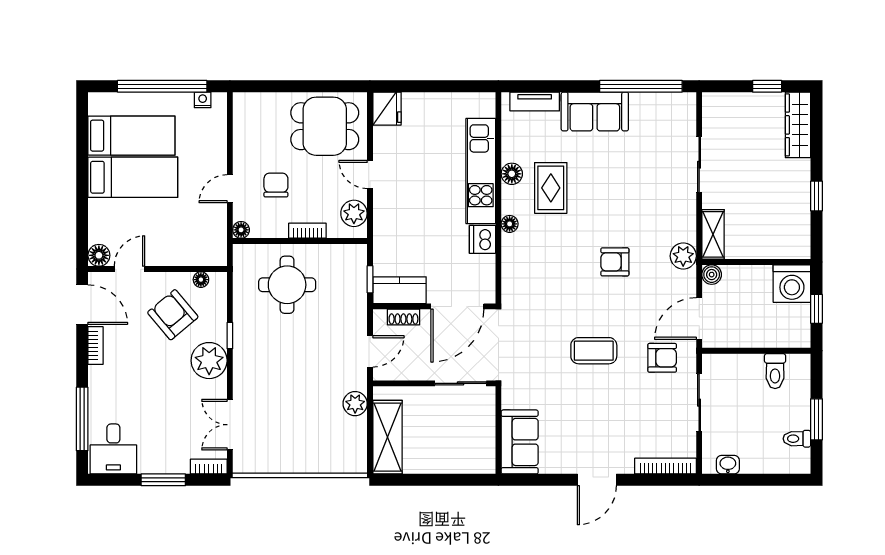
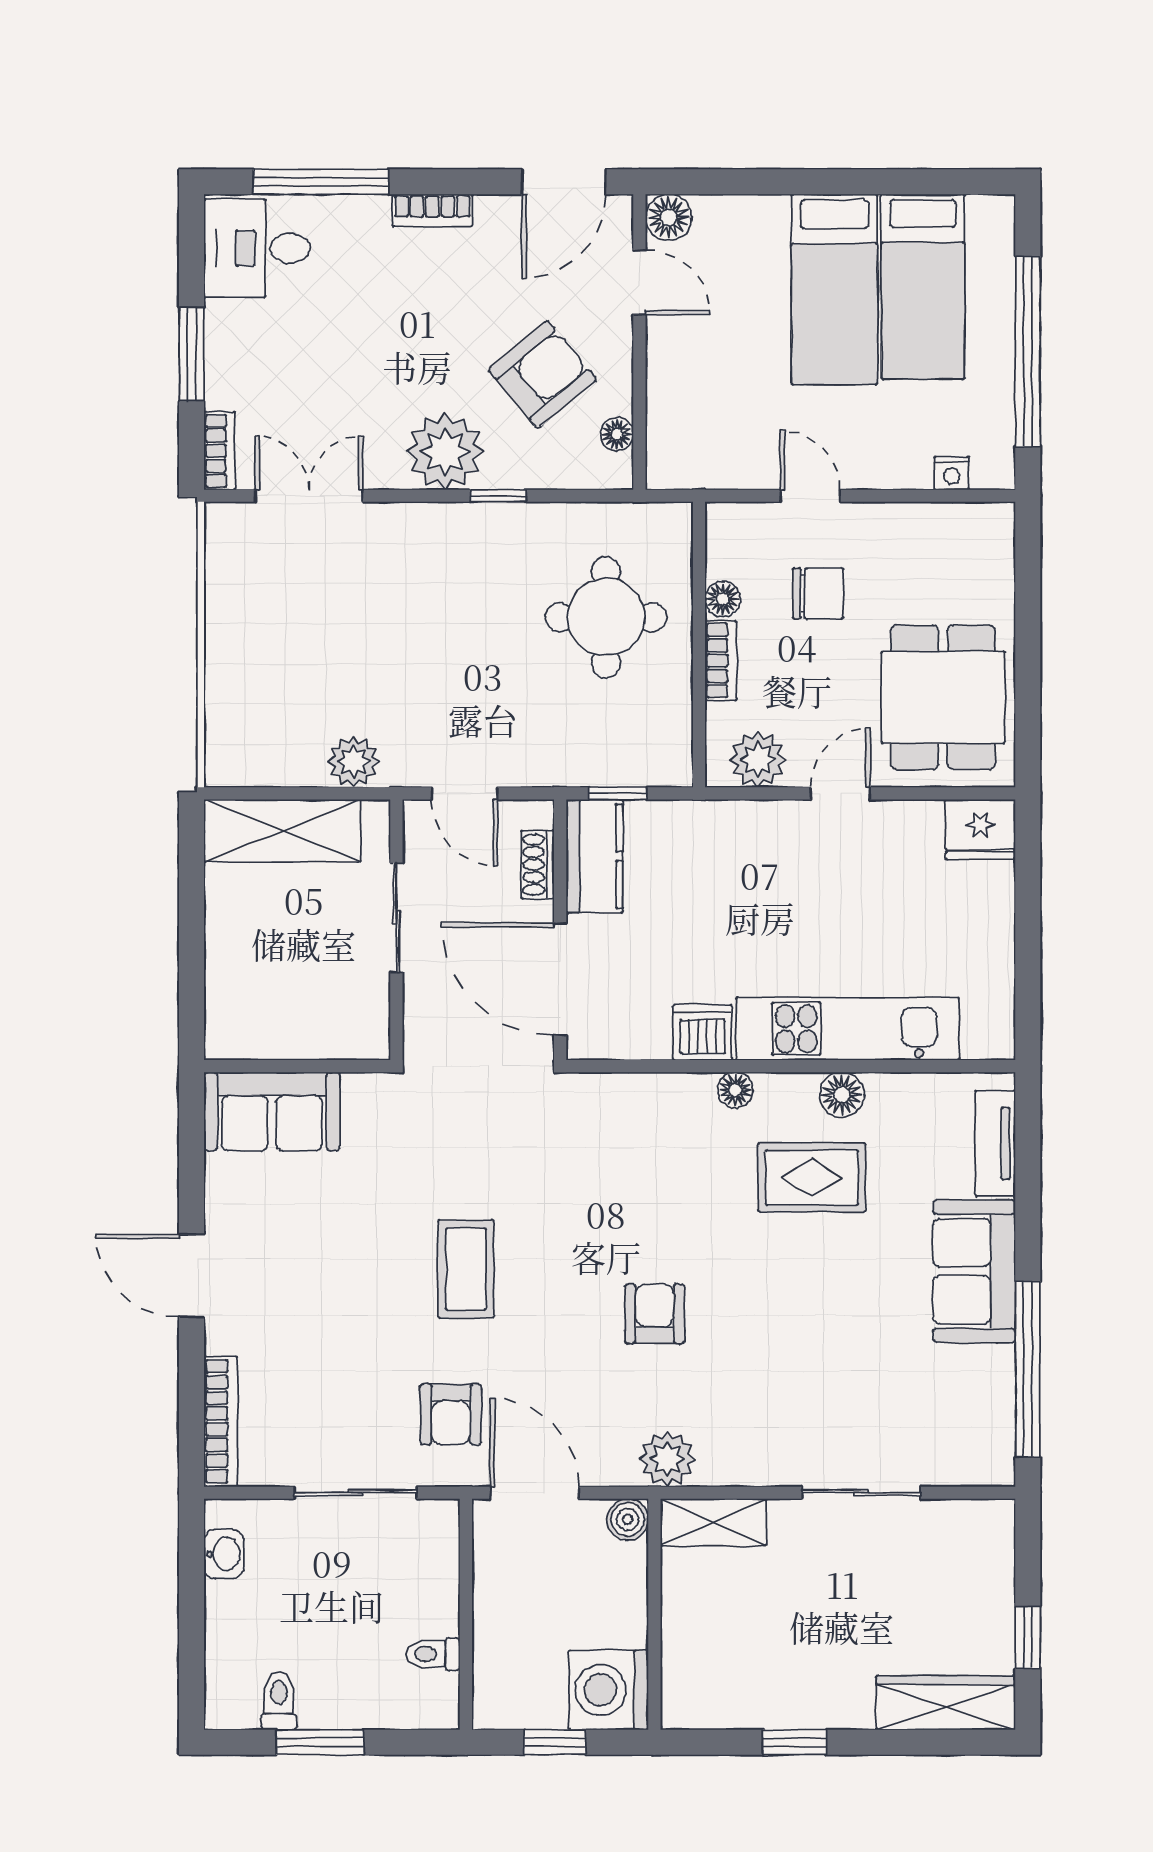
nightstand: (203, 100) -> (952, 473), moved, turned 90
floor lamp: (241, 230) -> (723, 599), moved
bookcase: (96, 346) -> (432, 210), moved
toilet: (775, 371) -> (433, 1654), width x0.73, depth x0.72
sliding door: (461, 383) -> (396, 918), moved

